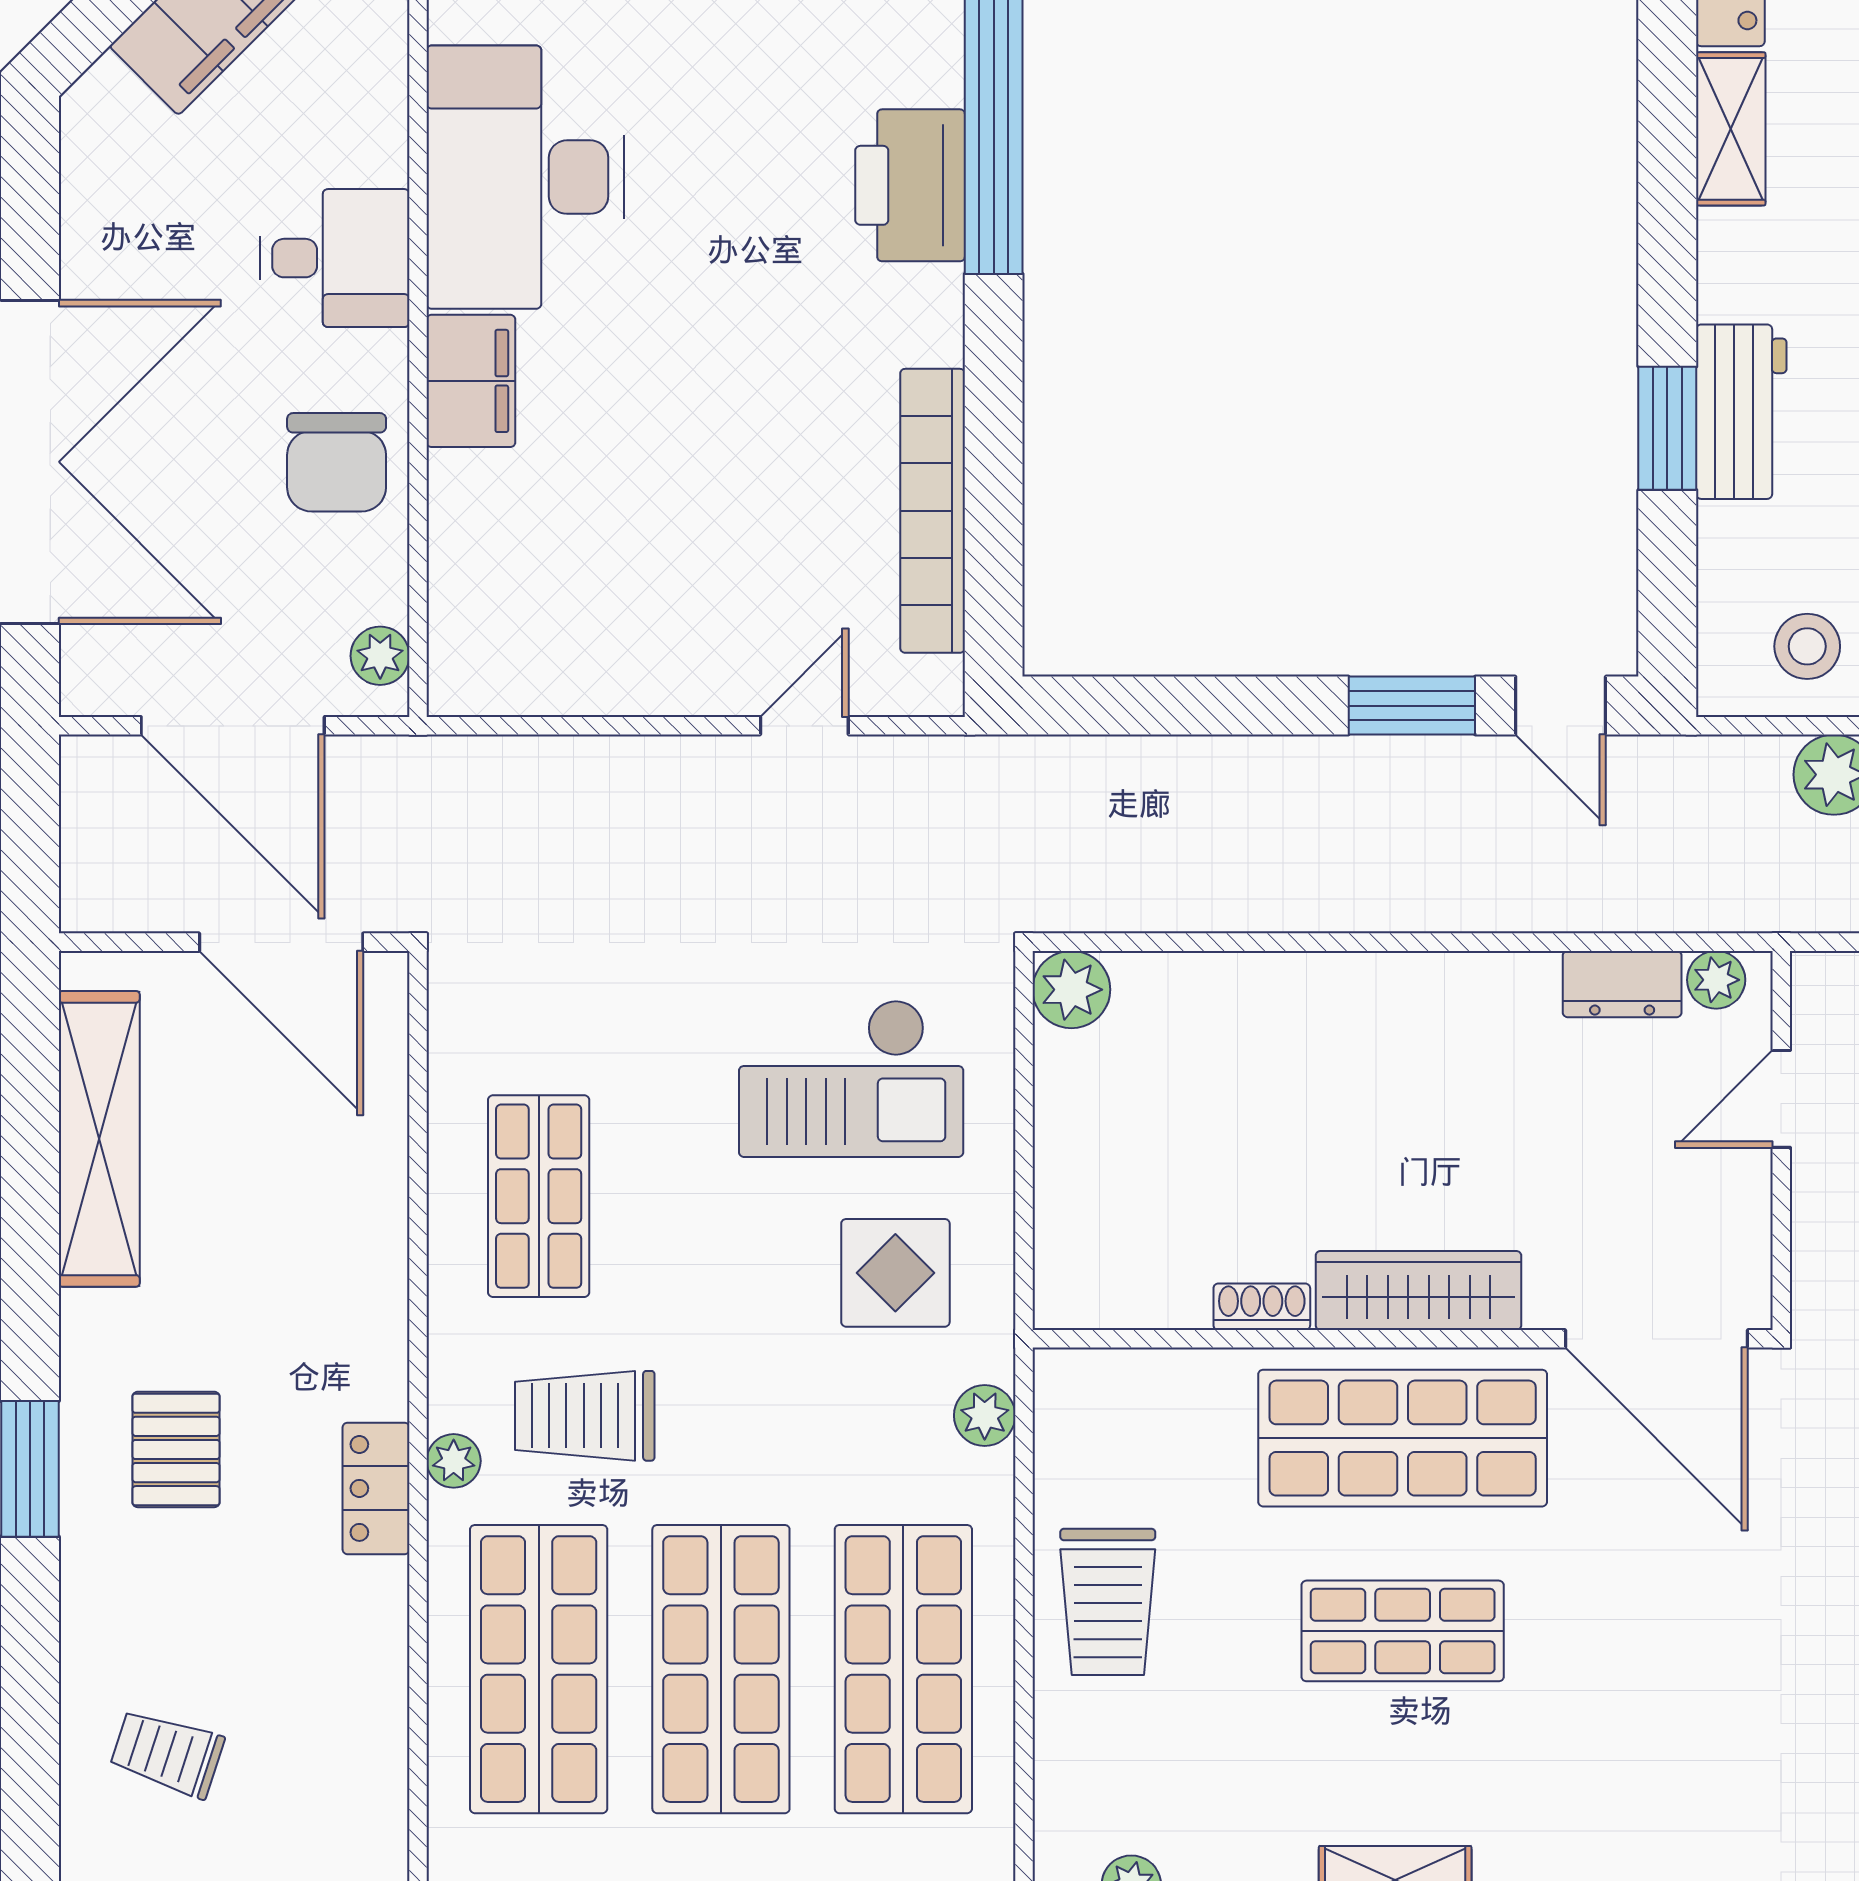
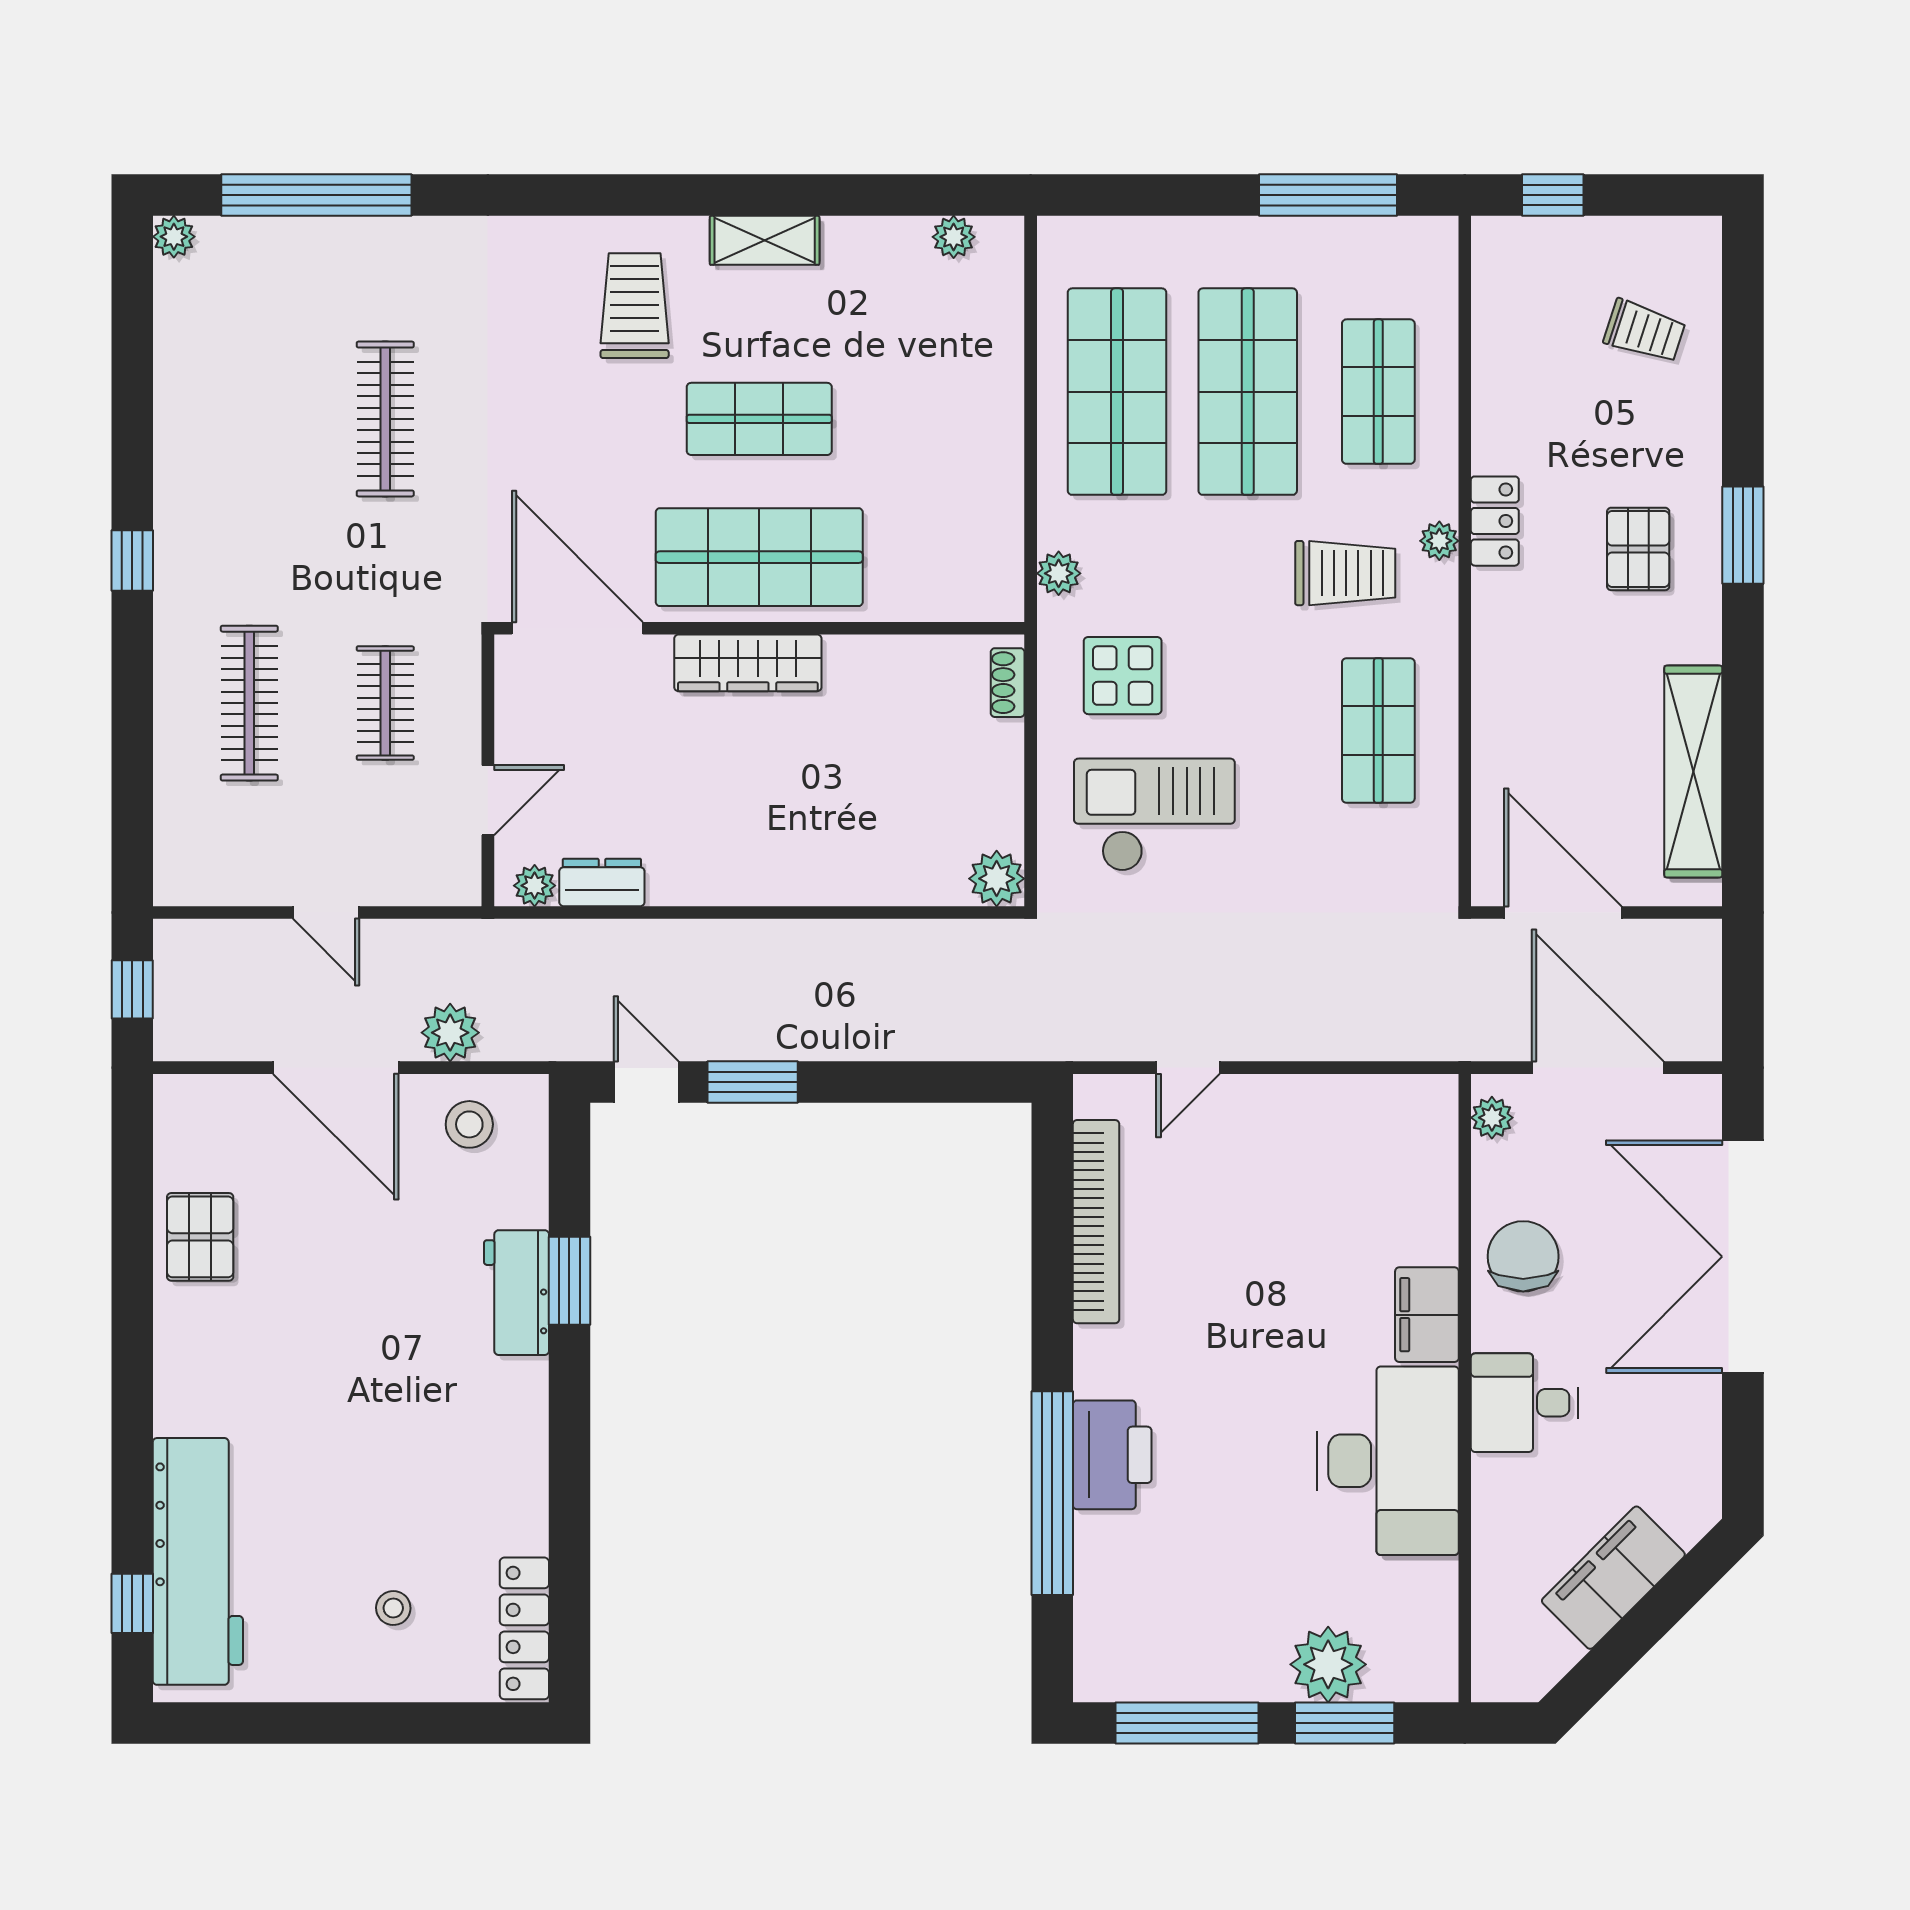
shelving: (1731, 129) -> (524, 1495), removed
shoe rack: (1262, 1307) -> (1008, 683), moved, turned 90
trolley: (1108, 1602) -> (635, 306), moved
shop shelf: (539, 1669) -> (1378, 392), width x0.70, depth x0.74

